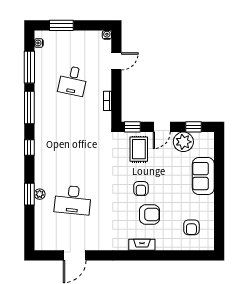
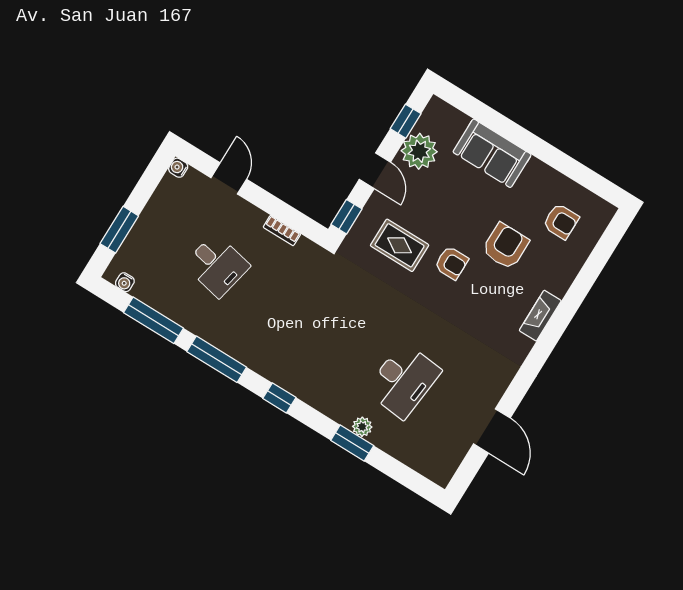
rug: (139, 149) -> (400, 245), moved
armchair: (150, 214) -> (505, 246), moved

